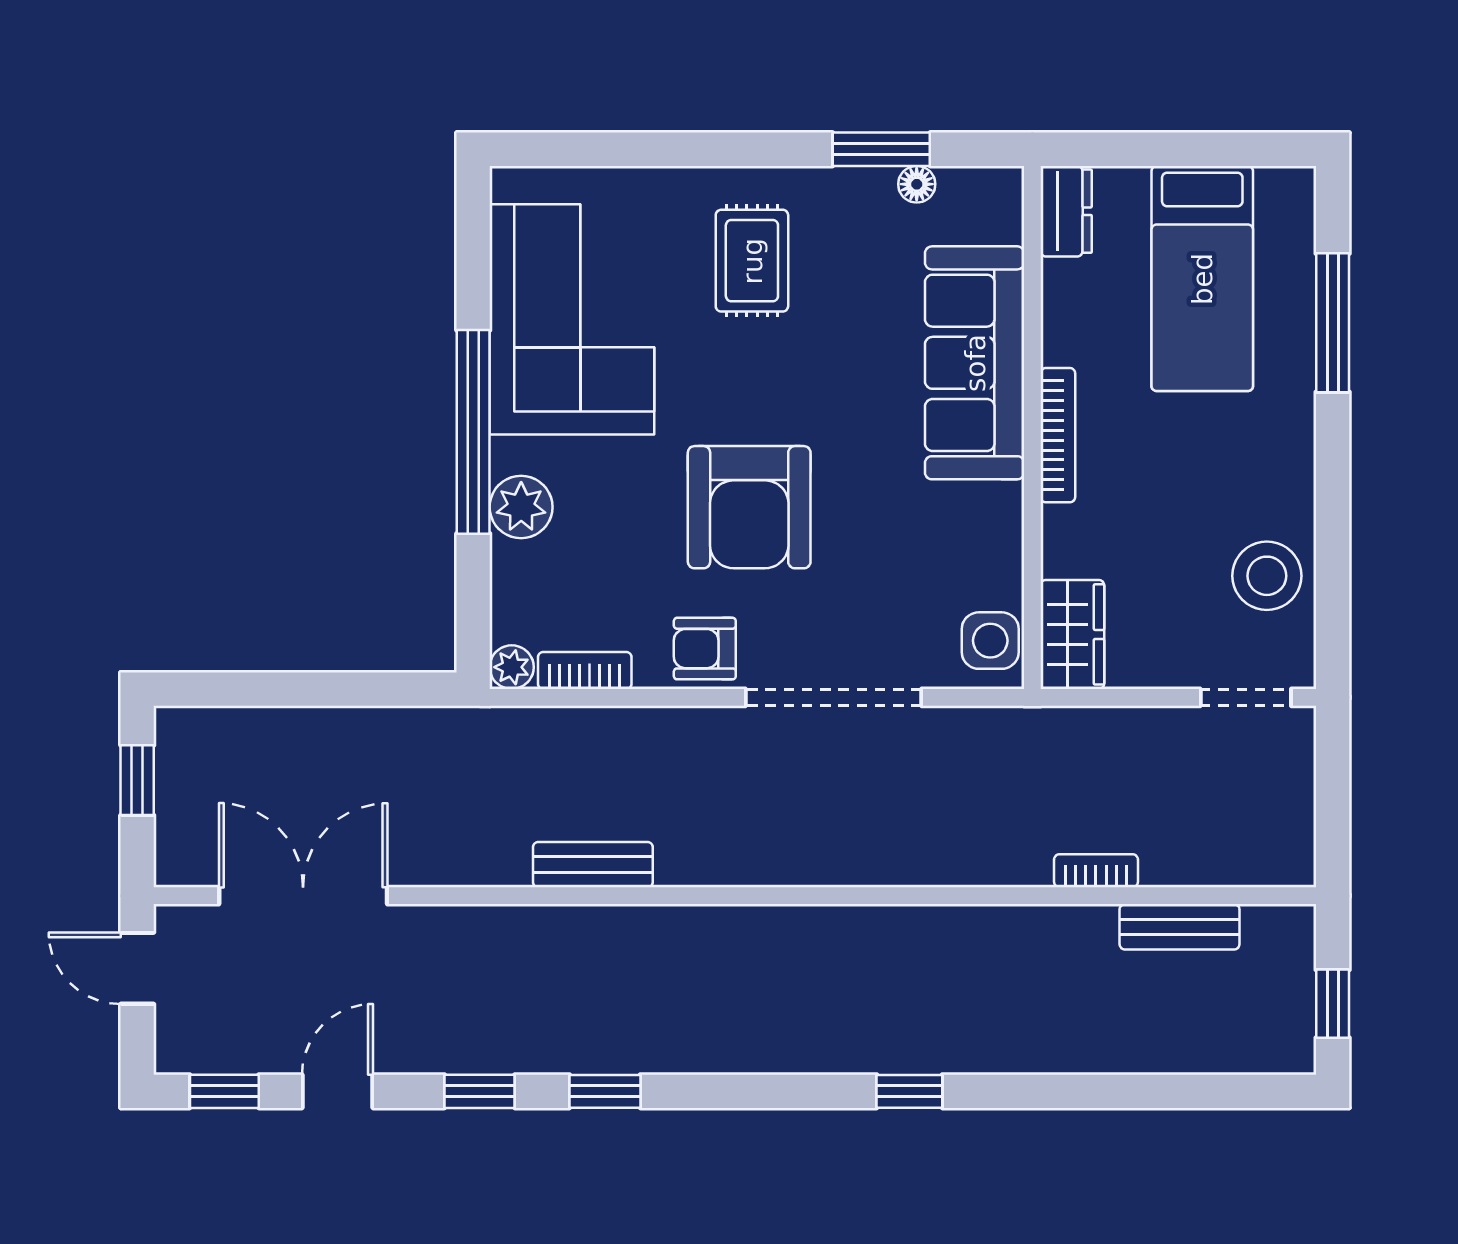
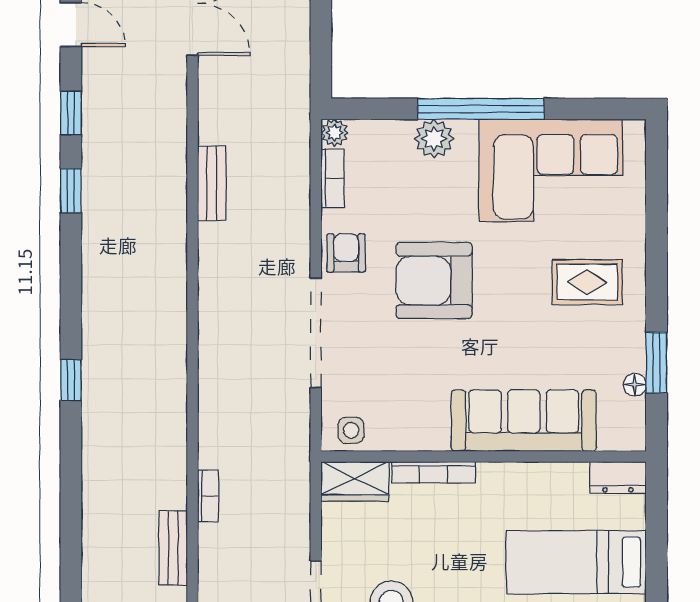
bookcase: (1058, 435) -> (433, 472), moved
side table: (990, 641) -> (351, 430), width x0.73, depth x0.73

